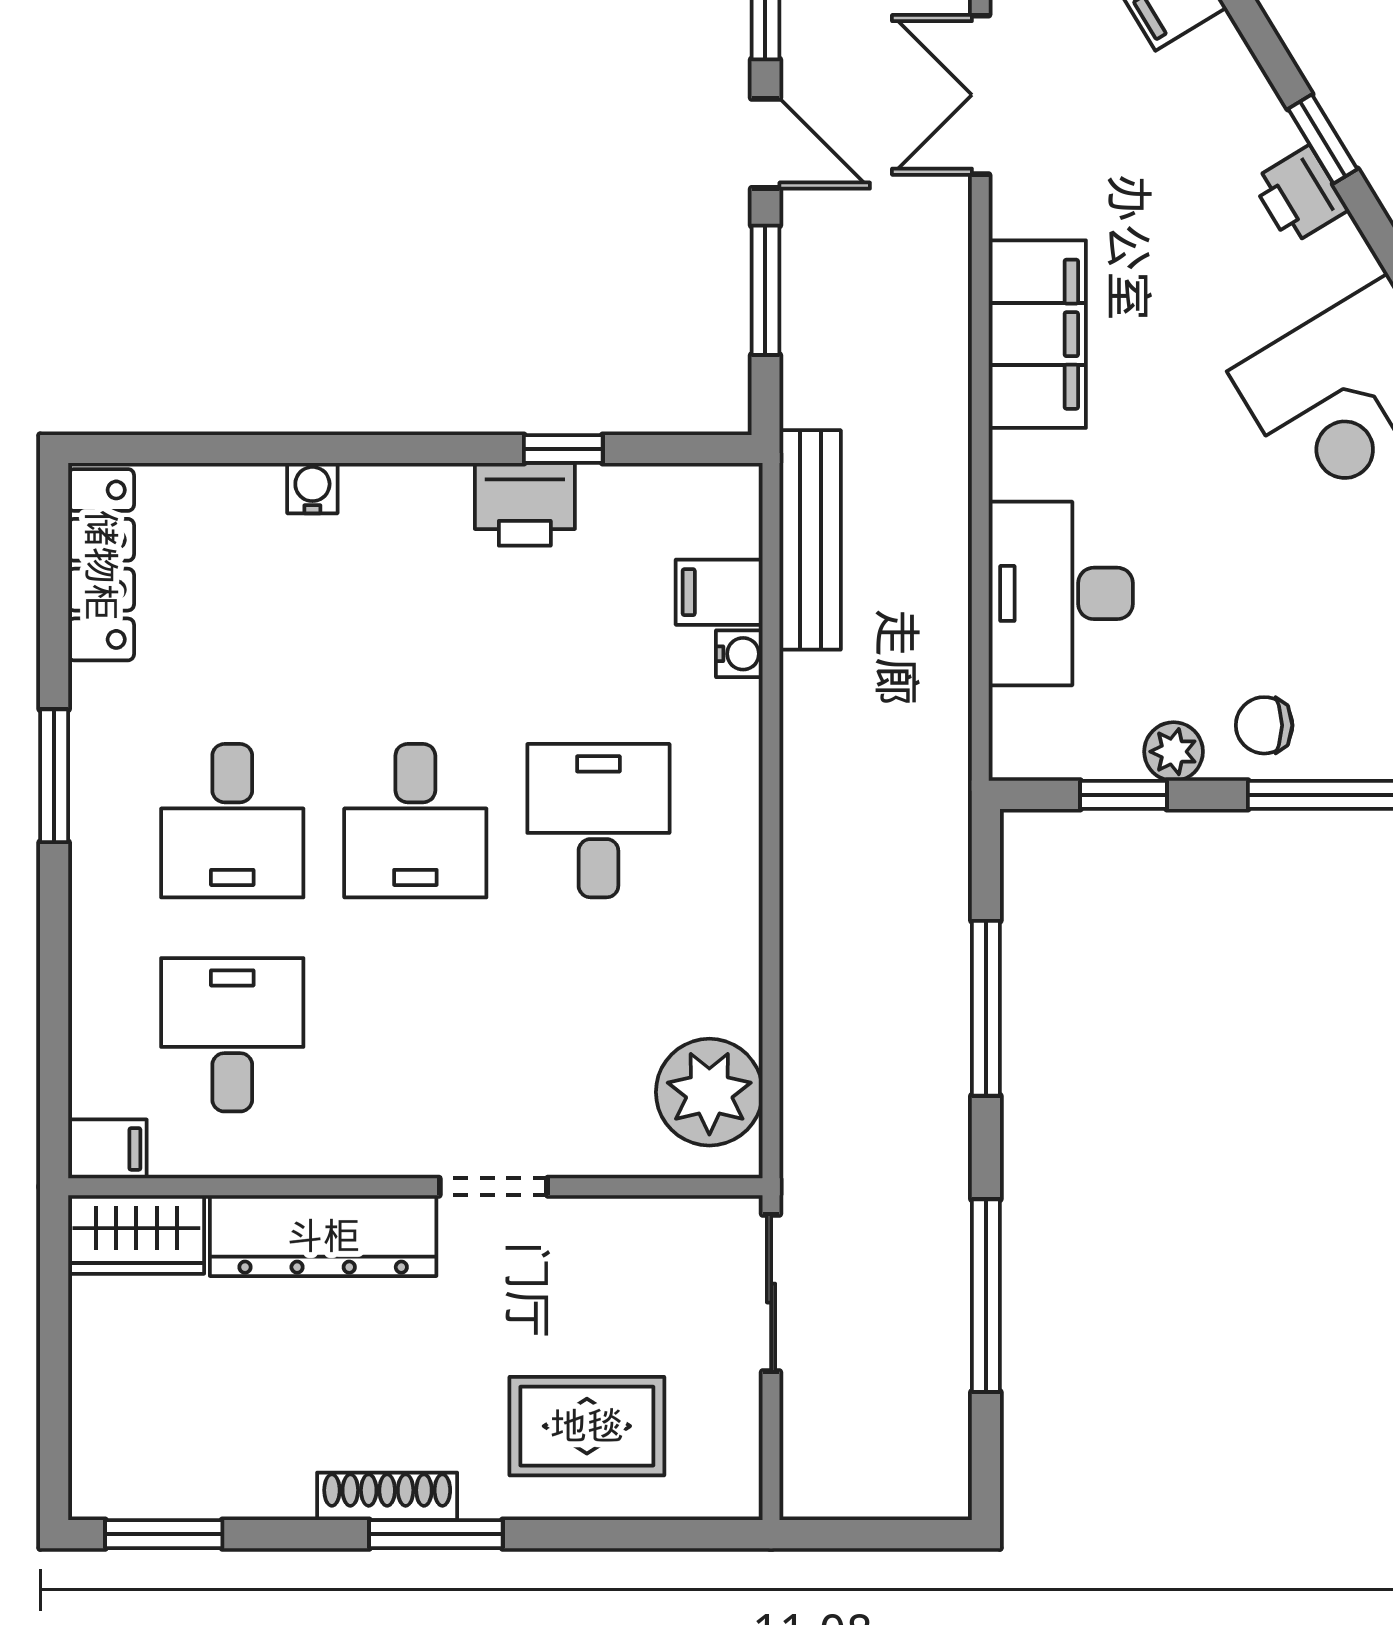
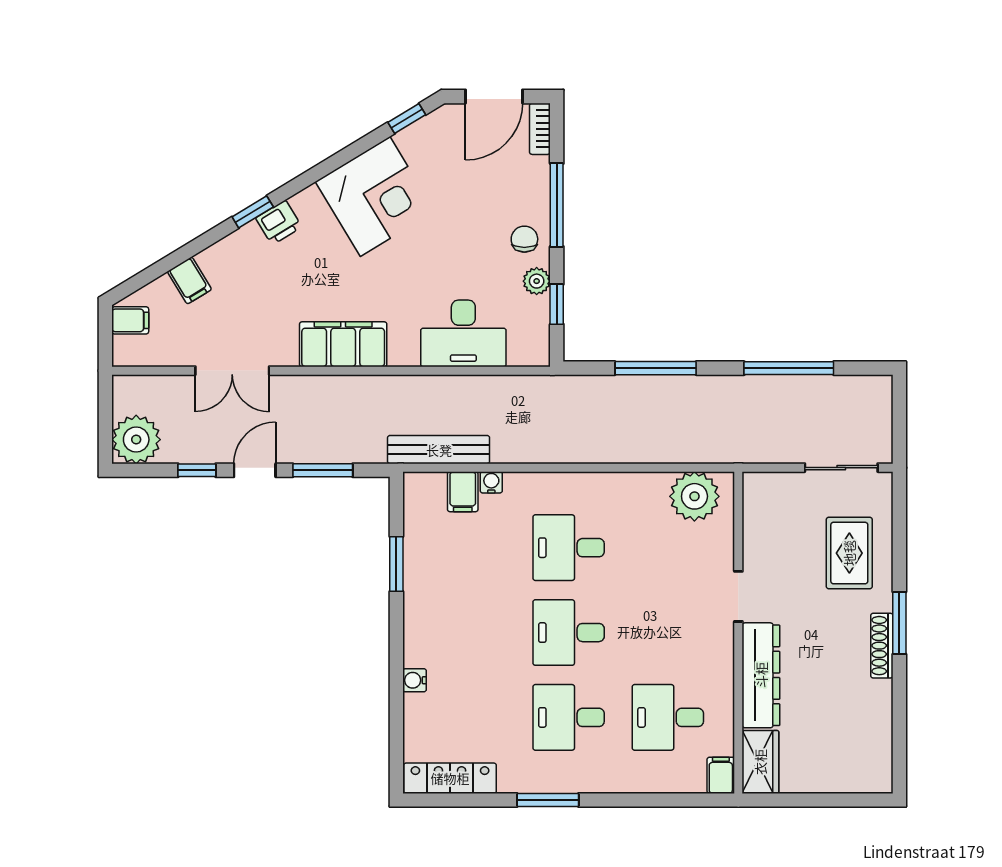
window: (563, 449) -> (396, 564), width x1.50
printer: (525, 504) -> (422, 582), removed
chair: (1264, 725) -> (524, 239), turned 180
desk: (232, 821) -> (569, 717), turned 180
desk: (415, 821) -> (569, 633), turned 180
sliding door: (771, 1293) -> (841, 468), moved
window: (164, 1534) -> (899, 749), removed

